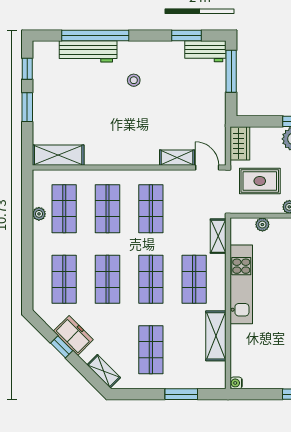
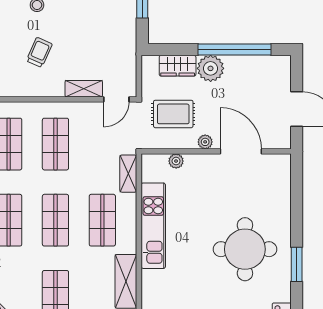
trolley: (136, 124) -> (39, 52), added
wardrobe: (240, 143) -> (178, 66), moved, turned 90
door: (207, 167) -> (116, 99), swing flipped

